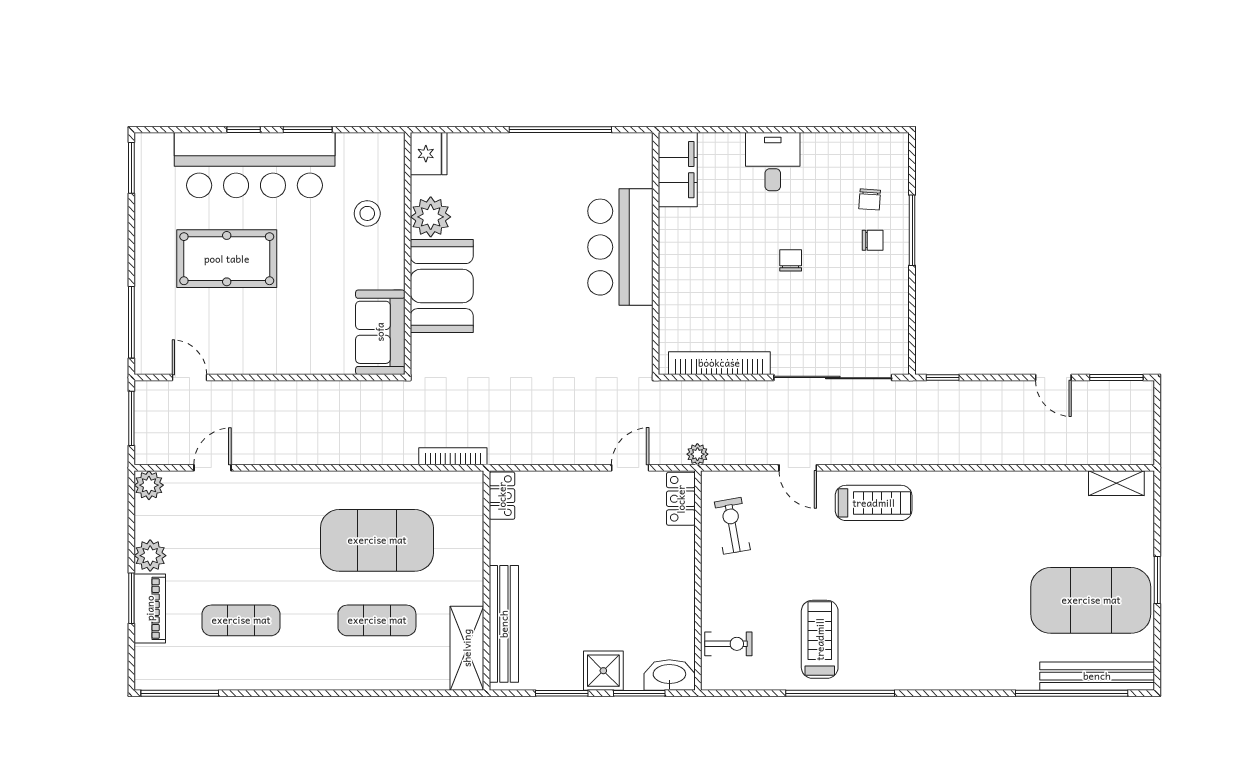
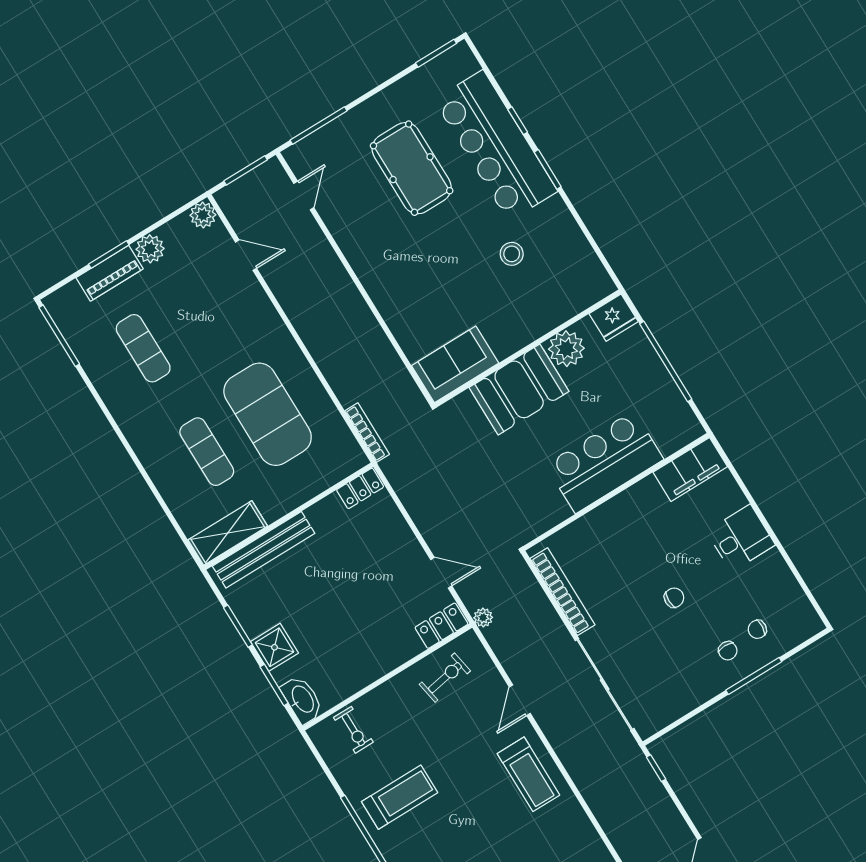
fridge: (429, 154) -> (614, 318), moved
plant: (431, 217) -> (566, 349), moved
wall: (408, 254) -> (528, 348), moved
booth: (442, 286) -> (519, 389), moved
sofa: (380, 332) -> (455, 364), moved

